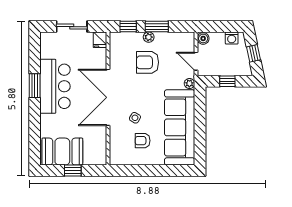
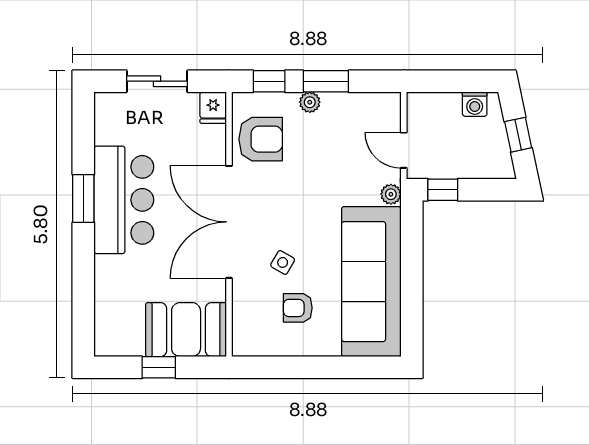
boiler: (203, 38) -> (418, 105), removed
armchair: (147, 62) -> (261, 139), moved, turned 180
window: (227, 81) -> (443, 190), moved
booth: (62, 152) -> (186, 330), moved

